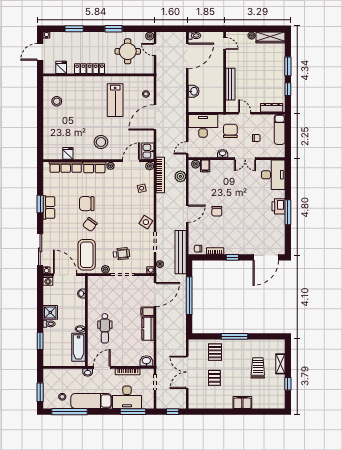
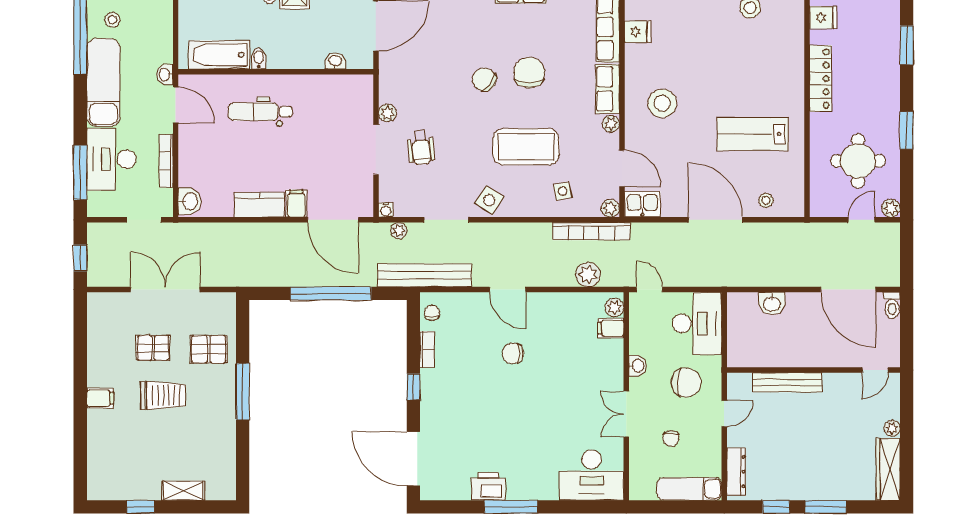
printer: (278, 206) -> (488, 486), moved
coffee table: (87, 255) -> (526, 147), moved
trolley: (258, 368) -> (163, 395), moved
filing cabinet: (242, 402) -> (100, 398), width x0.50

